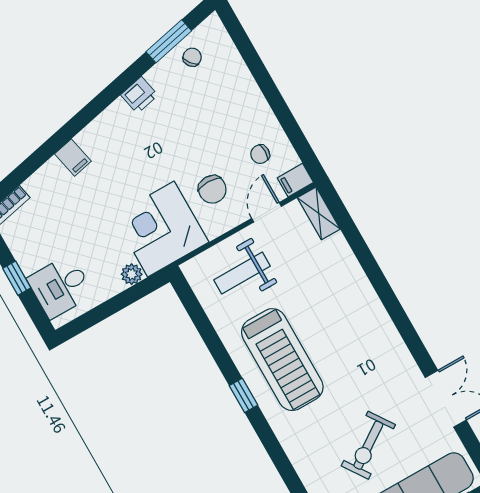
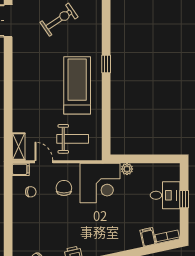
filing cabinet: (73, 158) -> (148, 237), moved
door: (267, 212) -> (44, 162), swing flipped
desk: (60, 286) -> (165, 195), moved
window: (243, 395) -> (106, 64), moved

